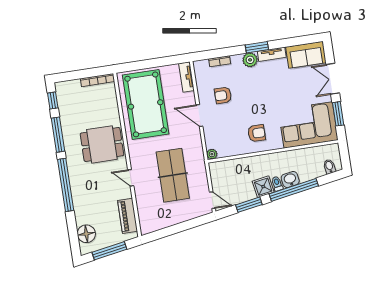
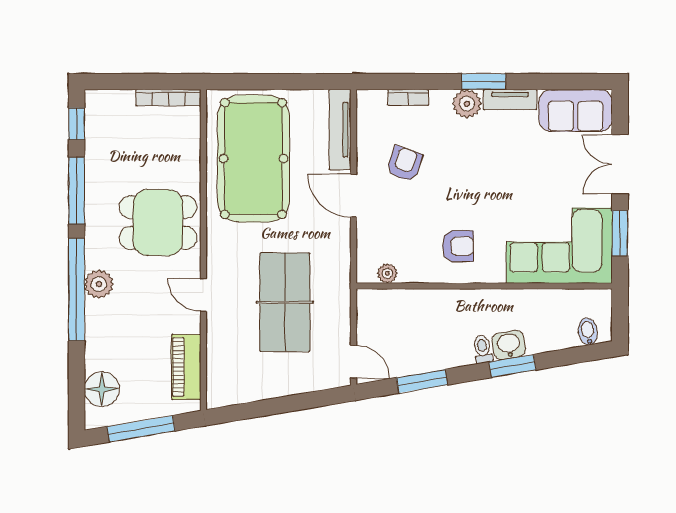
tv unit: (186, 77) -> (340, 130), width x1.41
armchair: (223, 95) -> (405, 164), turned 109
plant: (212, 154) -> (387, 273), moved
plant: (77, 180) -> (99, 284), added
shower: (263, 187) -> (455, 351), removed
window: (294, 190) -> (513, 366), width x0.47

